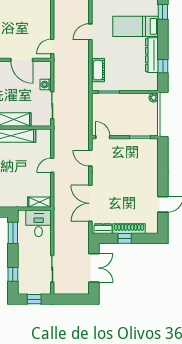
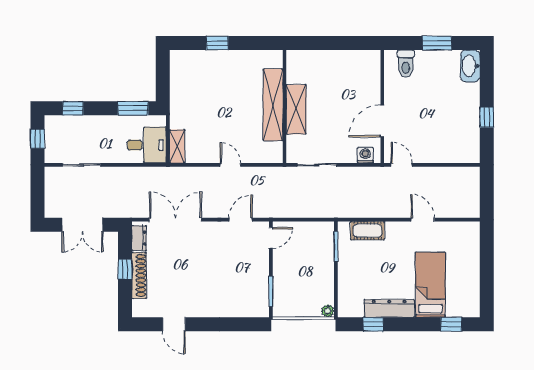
washing machine: (46, 85) -> (365, 155), moved

